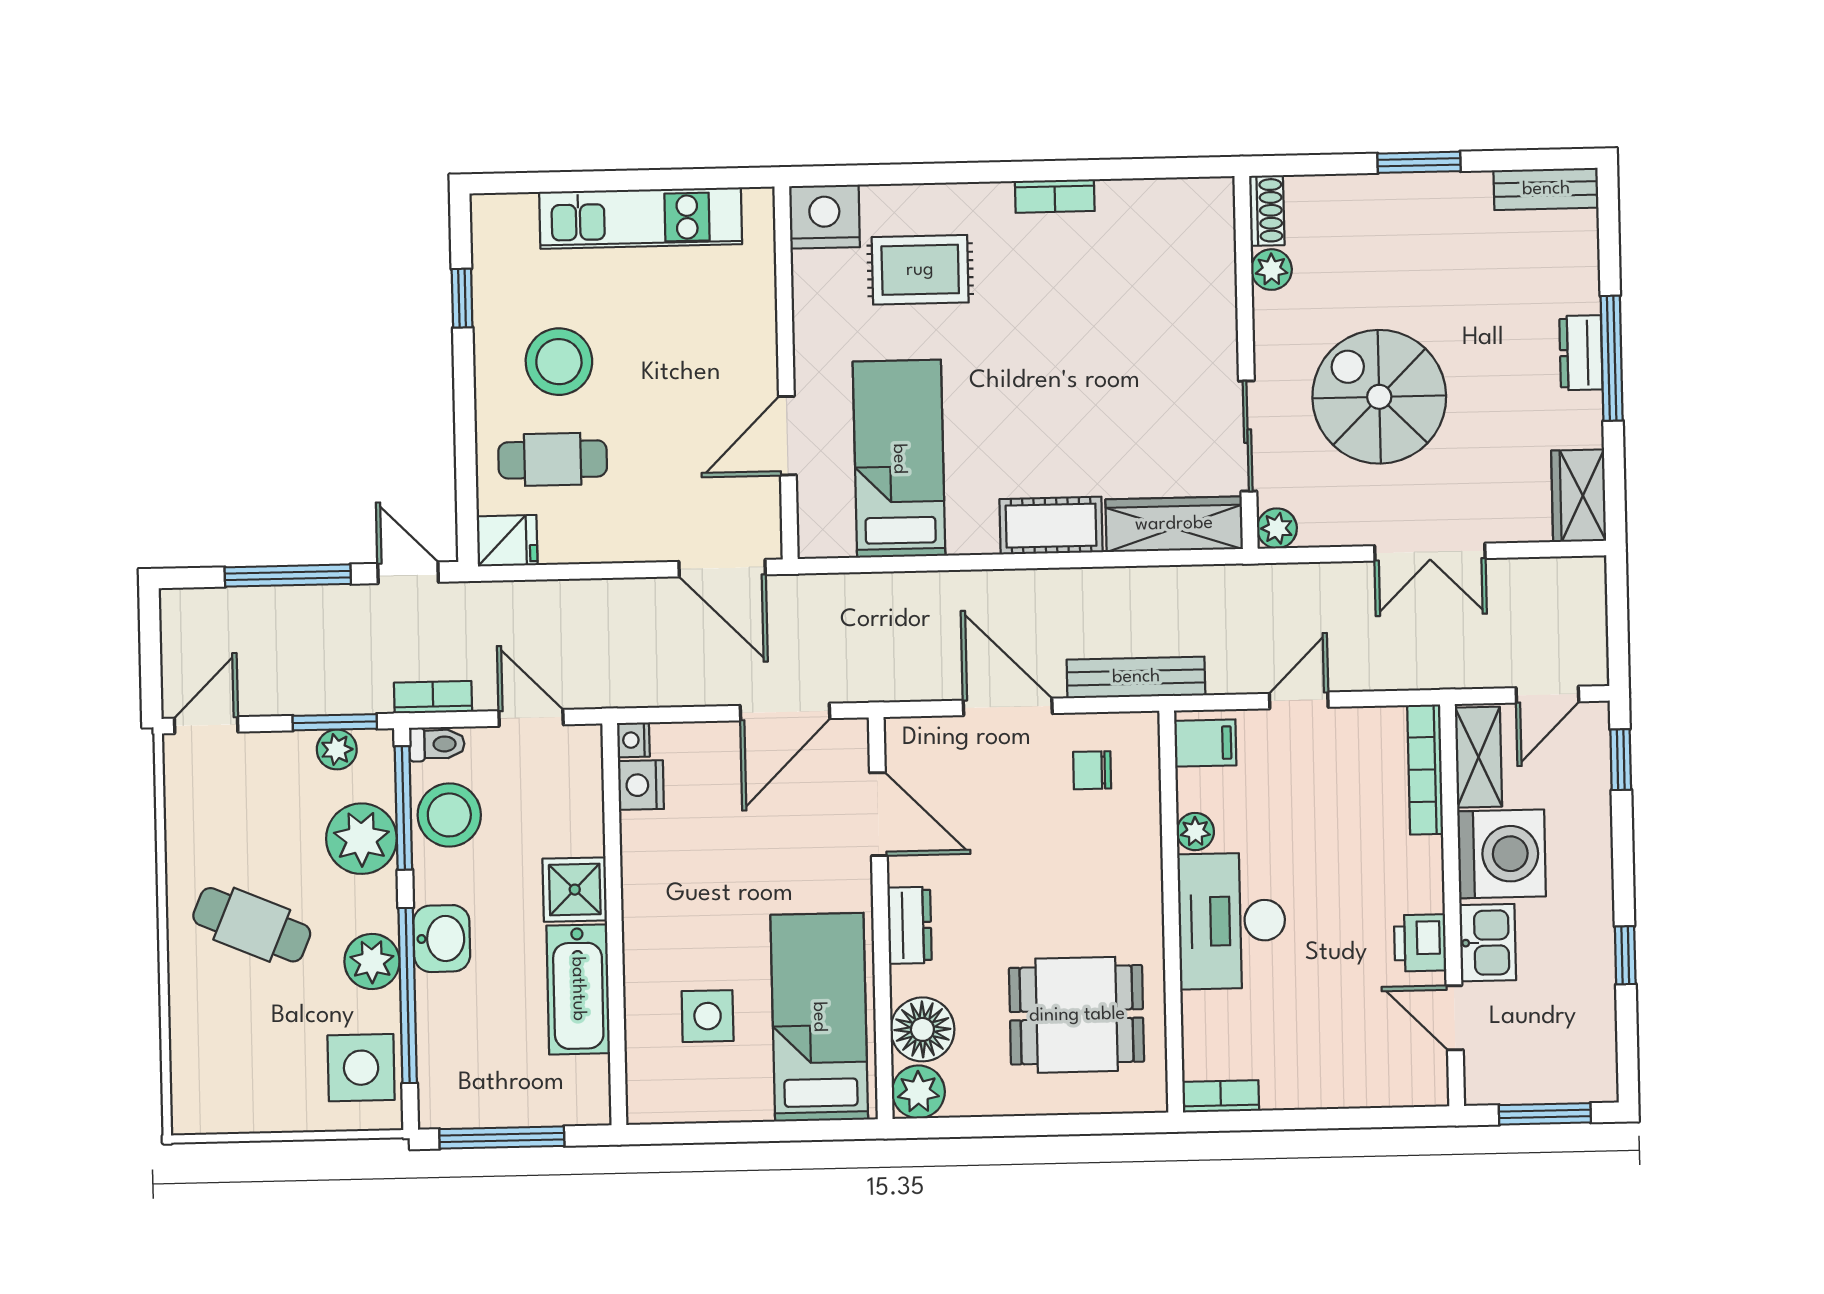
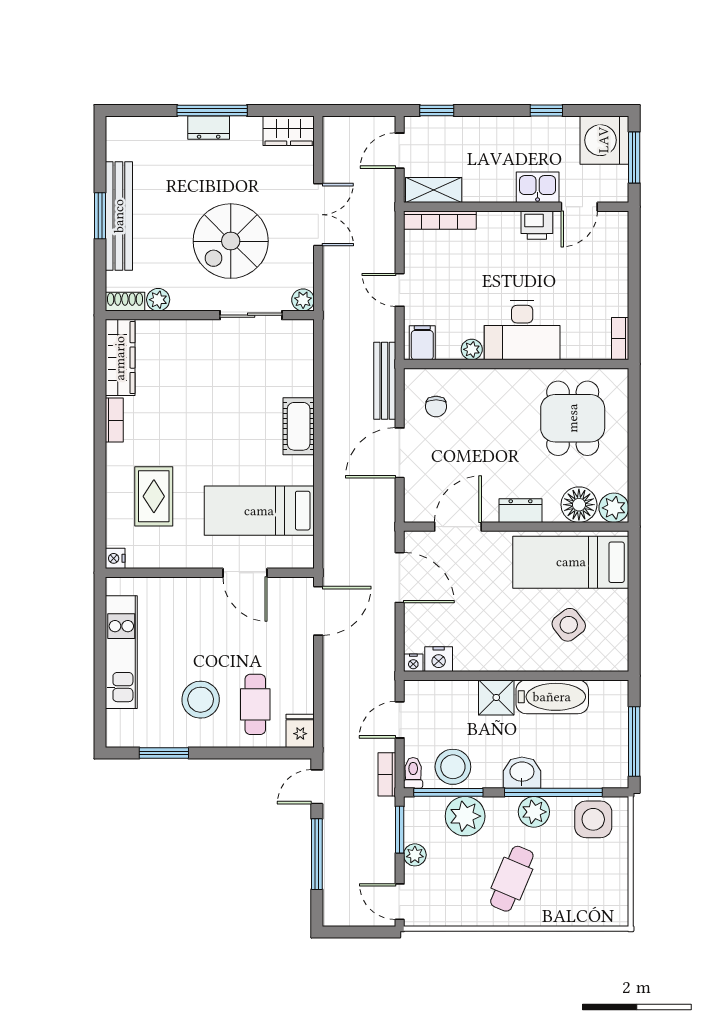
bench: (1546, 189) -> (119, 216), moved, width x1.86, depth x1.21
nightstand: (824, 217) -> (115, 558), width x0.53, depth x0.56
window: (462, 298) -> (164, 753), width x1.50
wardrobe: (1174, 524) -> (120, 358), moved, turned 180
door: (1547, 695) -> (400, 151), swing flipped
plant: (337, 749) -> (415, 855), moved
washing machine: (1502, 854) -> (604, 140), moved, turned -90
side table: (708, 1016) -> (569, 625), turned -37

